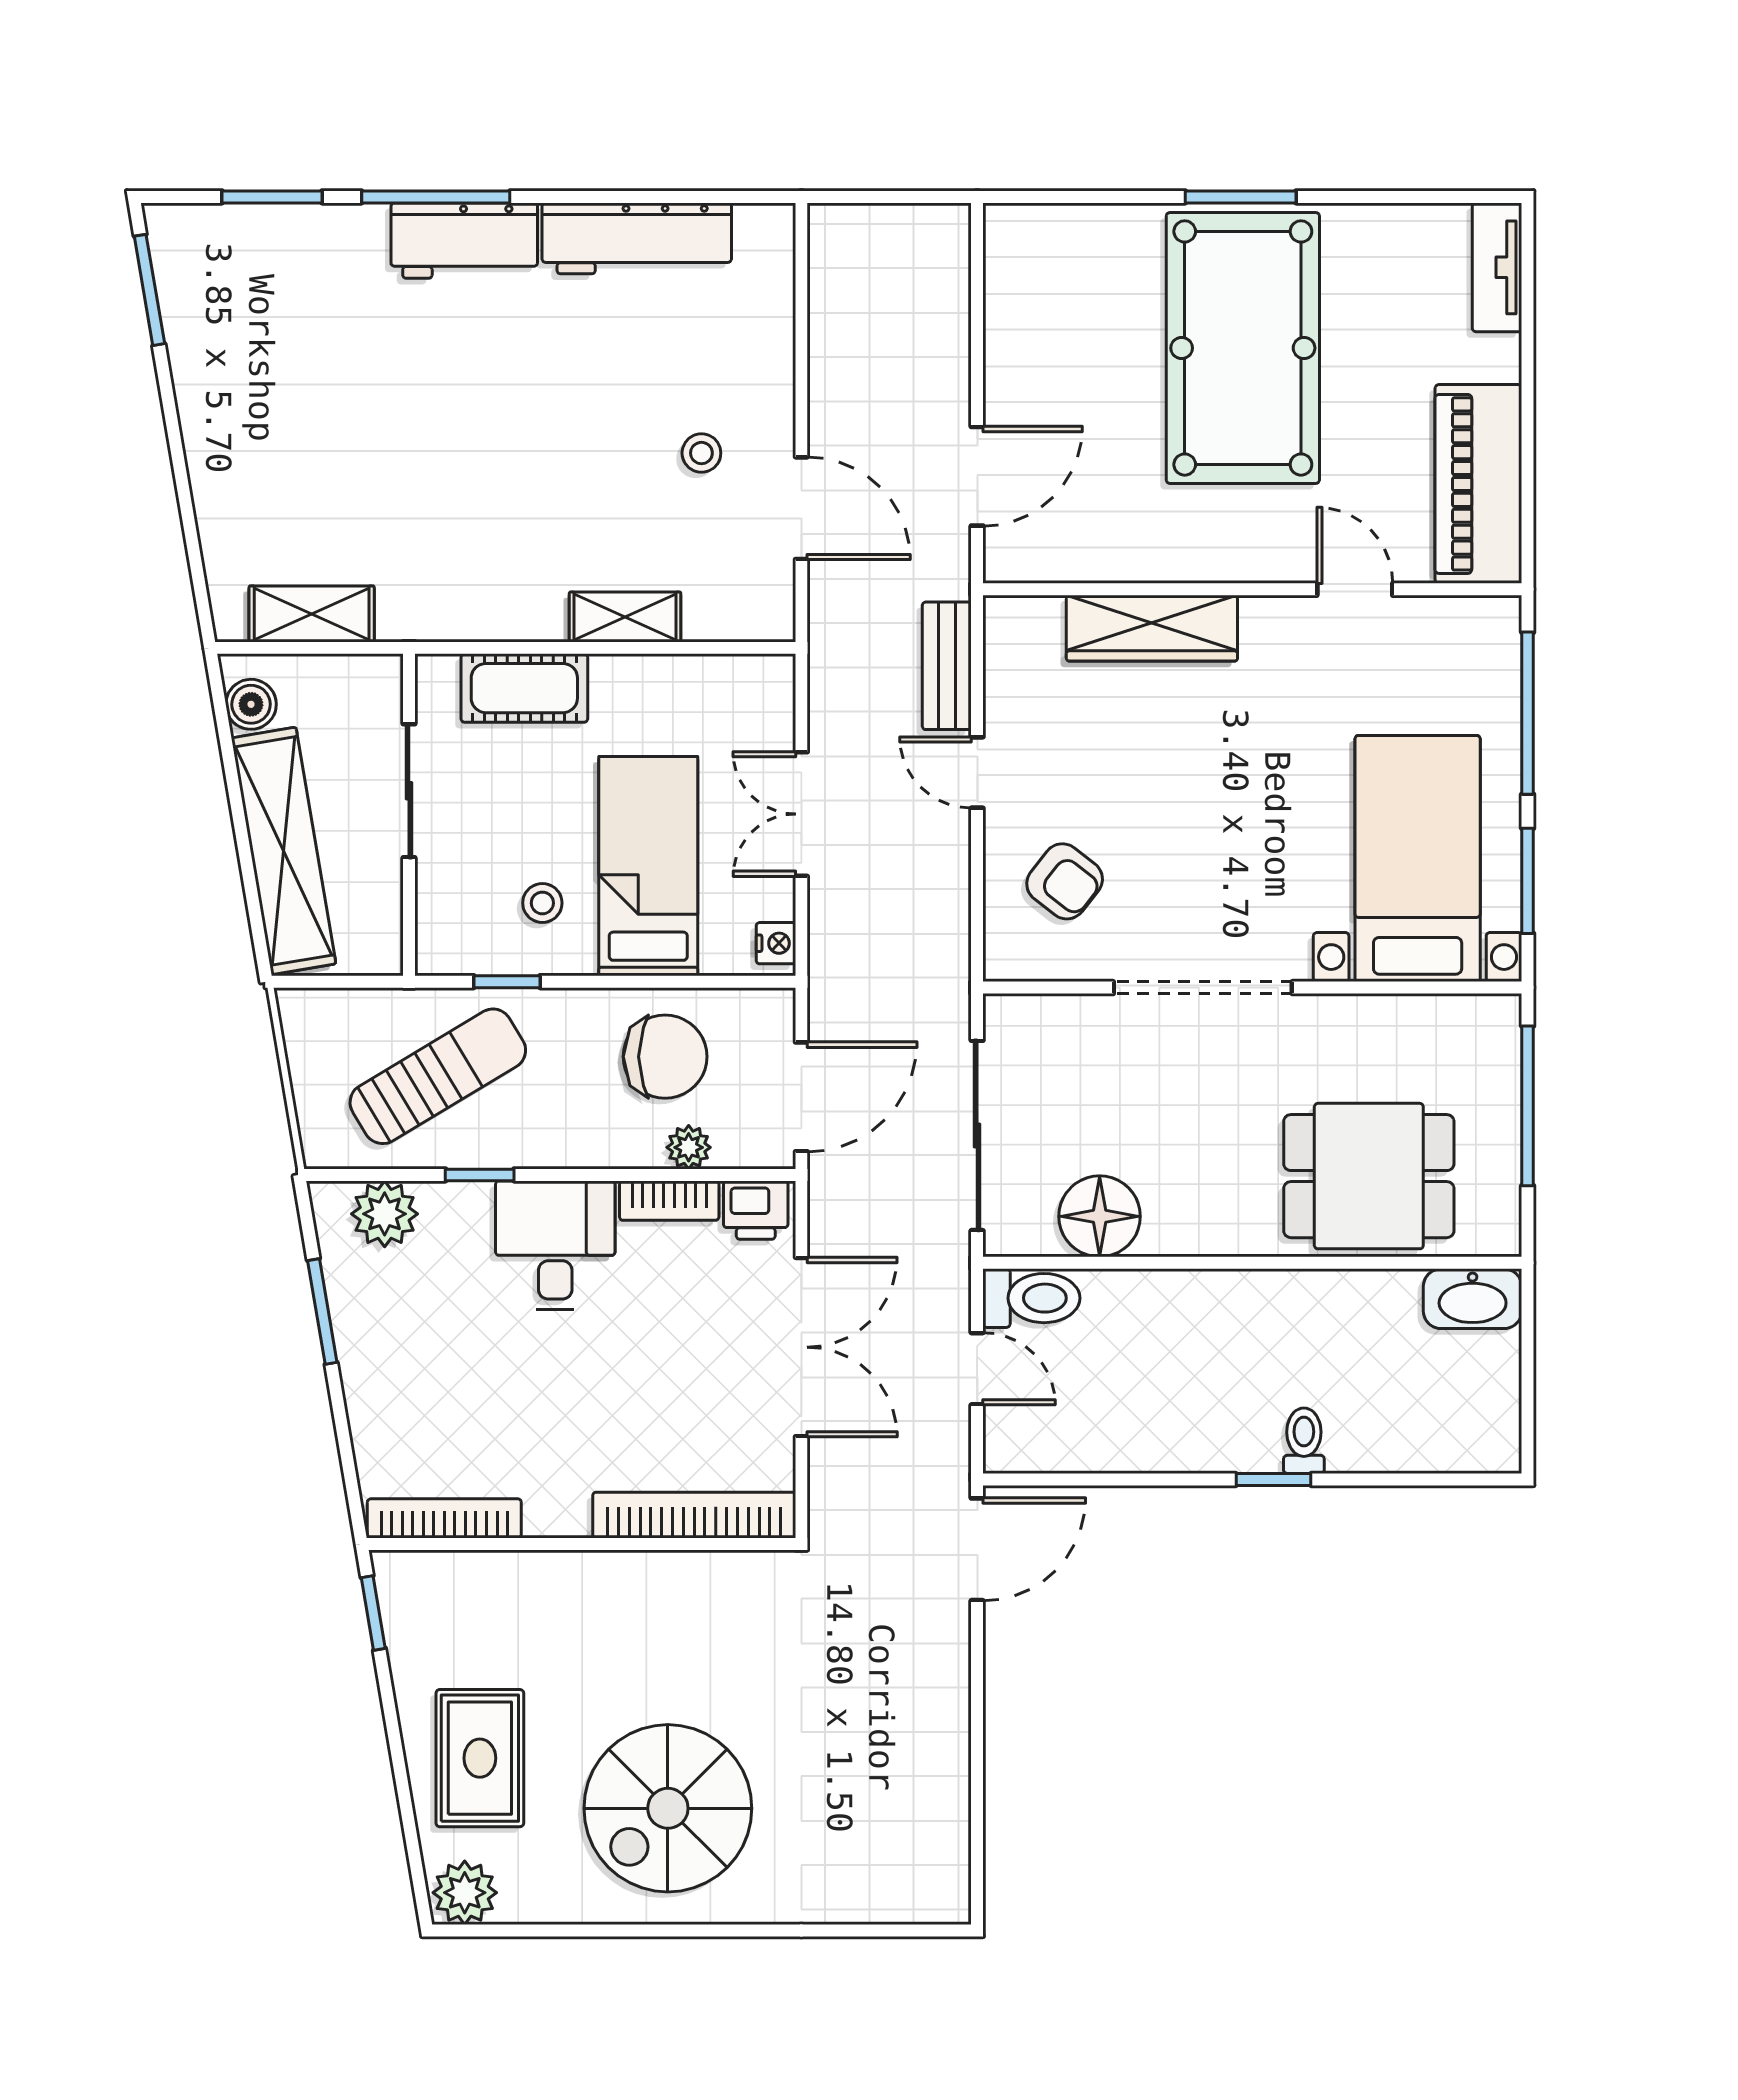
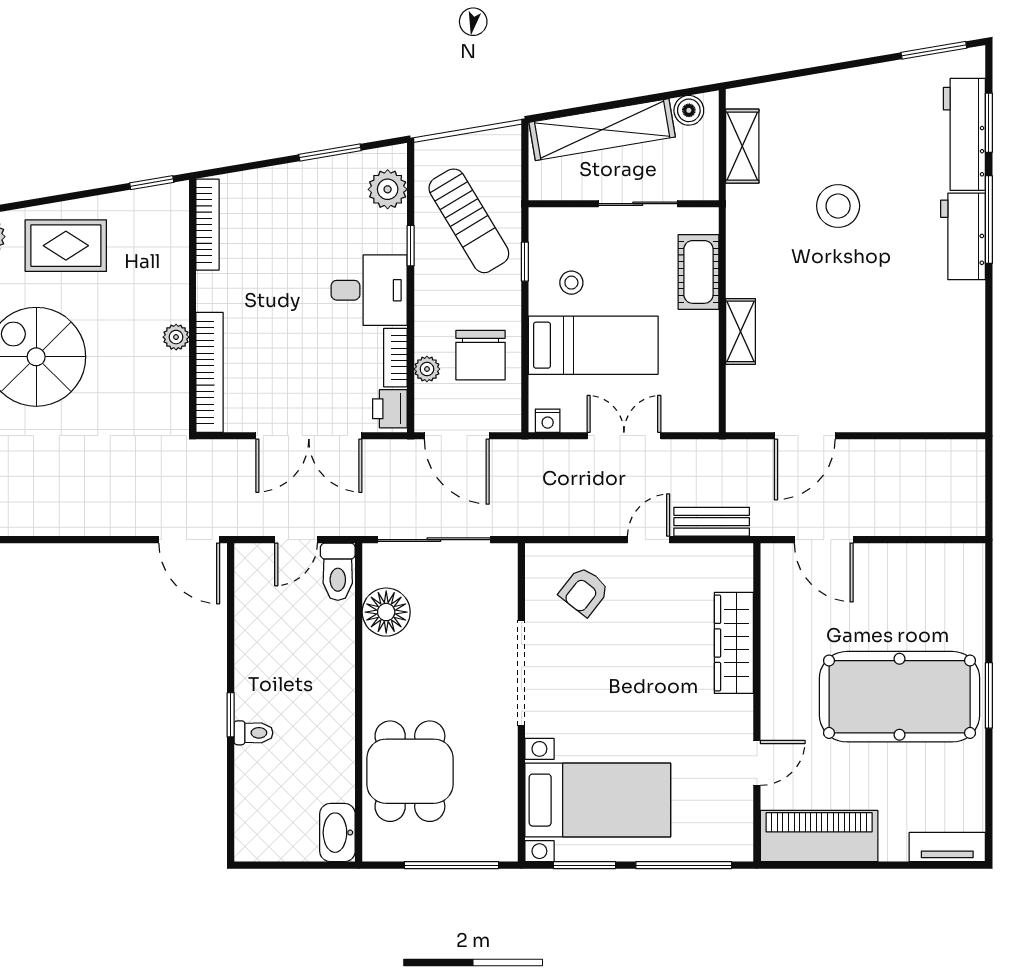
workbench: (637, 238) -> (964, 134), moved
stool: (701, 453) -> (838, 206), moved, width x1.89, depth x1.89
plant: (634, 1572) -> (176, 337), added

